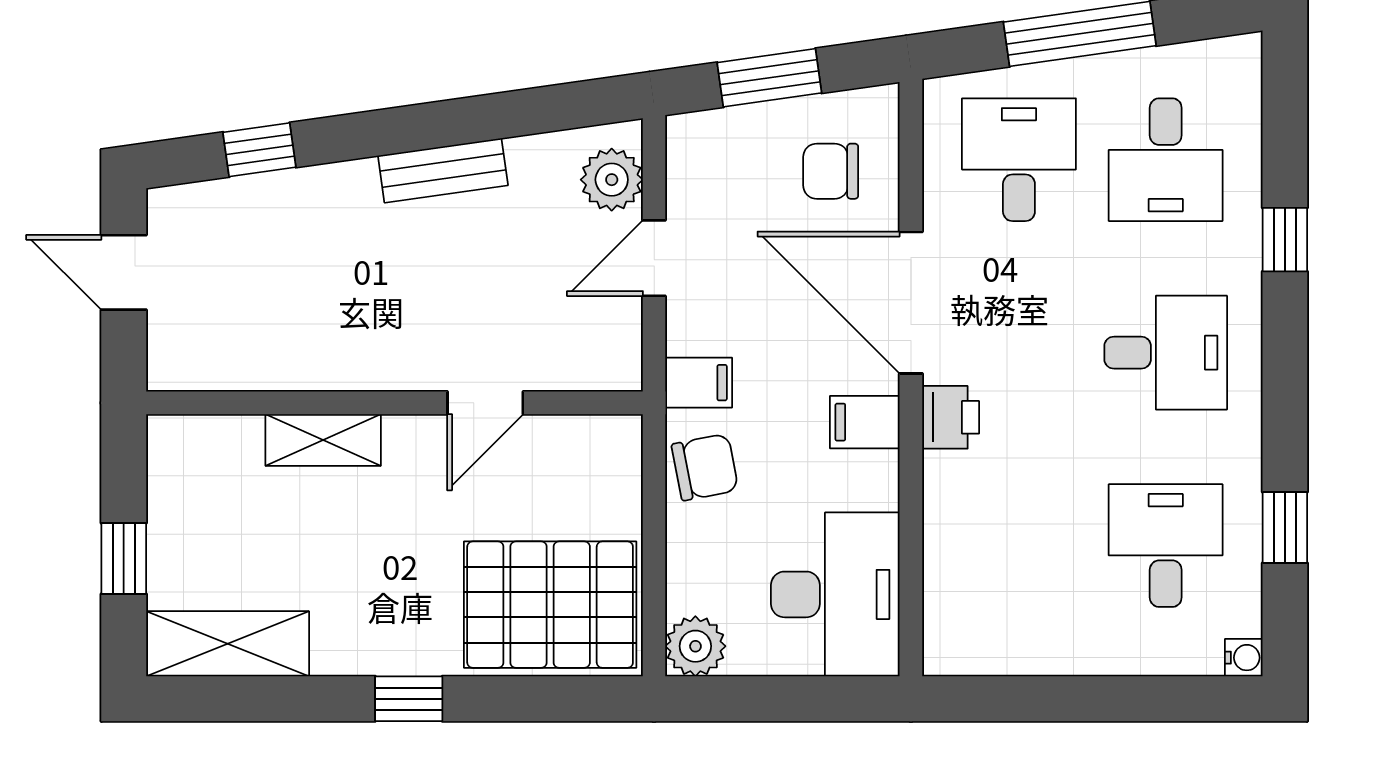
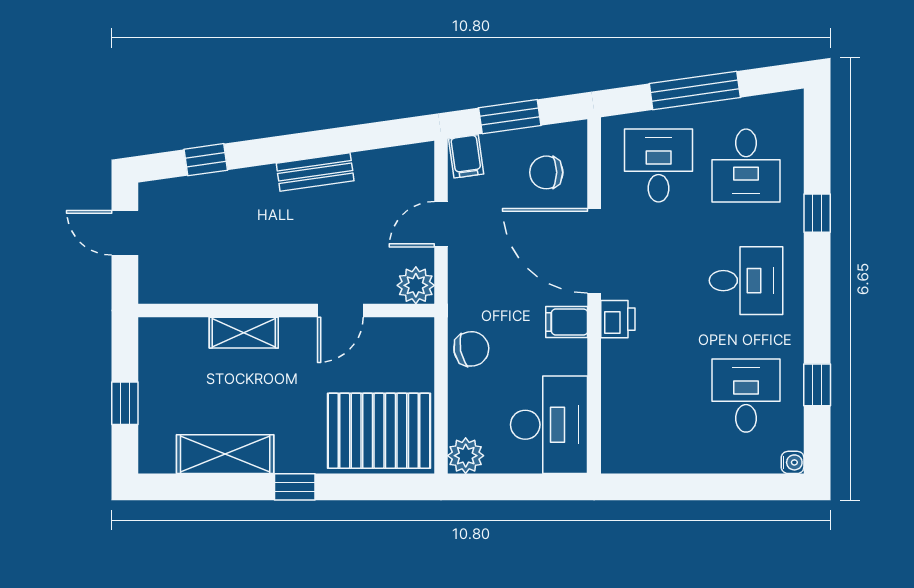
plant: (612, 180) -> (416, 285), moved
filing cabinet: (699, 383) -> (466, 156), moved, turned 82
shelving: (228, 644) -> (225, 454), moved

